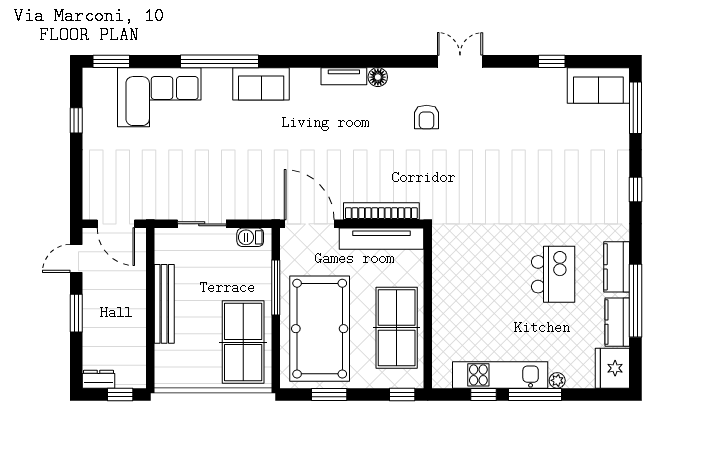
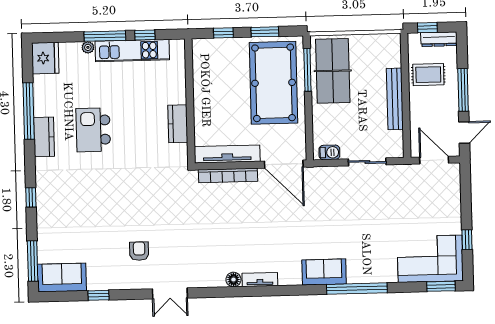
corner sofa: (159, 97) -> (430, 259), moved
armchair: (427, 117) -> (139, 251), moved
window: (276, 288) -> (307, 70), moved
window: (76, 313) -> (463, 90), width x1.44
kitchen counter: (617, 322) -> (178, 124), moved, turned 180
table tennis table: (397, 328) -> (214, 85), removed
rug: (120, 334) -> (428, 75), added
dresser: (99, 379) -> (439, 39), width x1.44
window: (402, 394) -> (223, 33), moved

